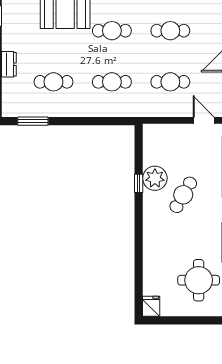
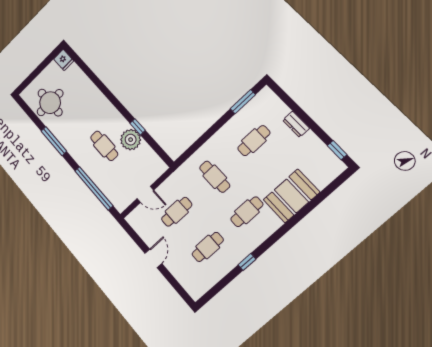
cafe table: (112, 82) -> (215, 177), turned 90
door: (204, 120) -> (145, 194), moved
cafe table: (183, 195) -> (104, 146), turned -30

